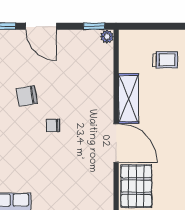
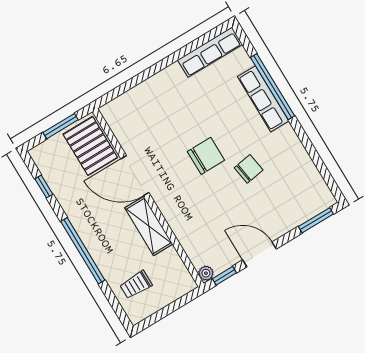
door: (41, 26) -> (259, 254), moved
chair: (53, 125) -> (206, 156), width x1.87, depth x1.87

